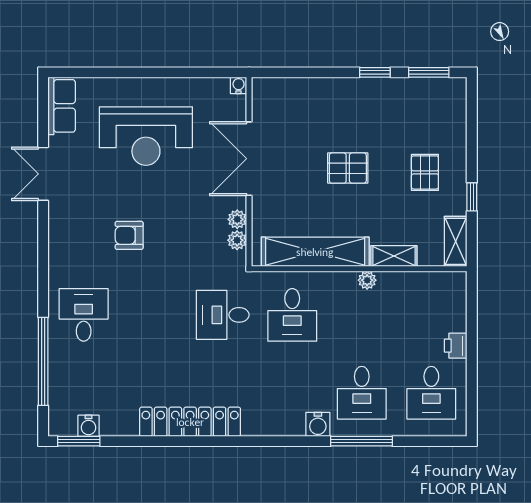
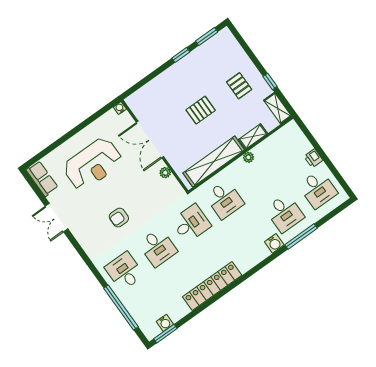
plant: (237, 240) -> (172, 183), removed
desk: (153, 315) -> (158, 247), added
desk: (223, 315) -> (191, 224), turned 180

